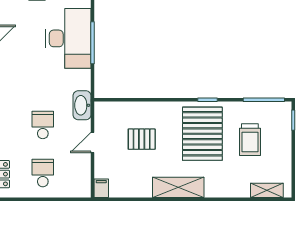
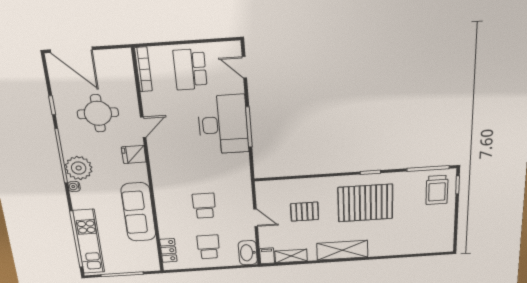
washbasin: (82, 105) -> (248, 253), moved
pallet: (202, 134) -> (365, 203), turned 90
trolley: (250, 140) -> (437, 190), moved
door: (93, 142) -> (256, 218), swing flipped
shelving: (267, 190) -> (291, 256), moved

